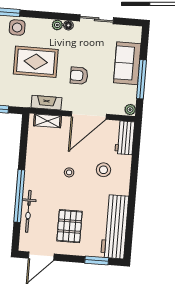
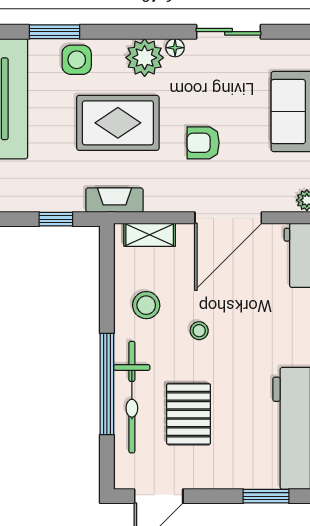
plant: (57, 25) -> (145, 58), width x1.87, depth x1.87
fireplace: (46, 103) -> (114, 200), moved
stool: (103, 170) -> (146, 305), moved
bicycle: (28, 211) -> (132, 397), width x1.37, depth x1.40
pallet: (69, 226) -> (189, 414), moved

